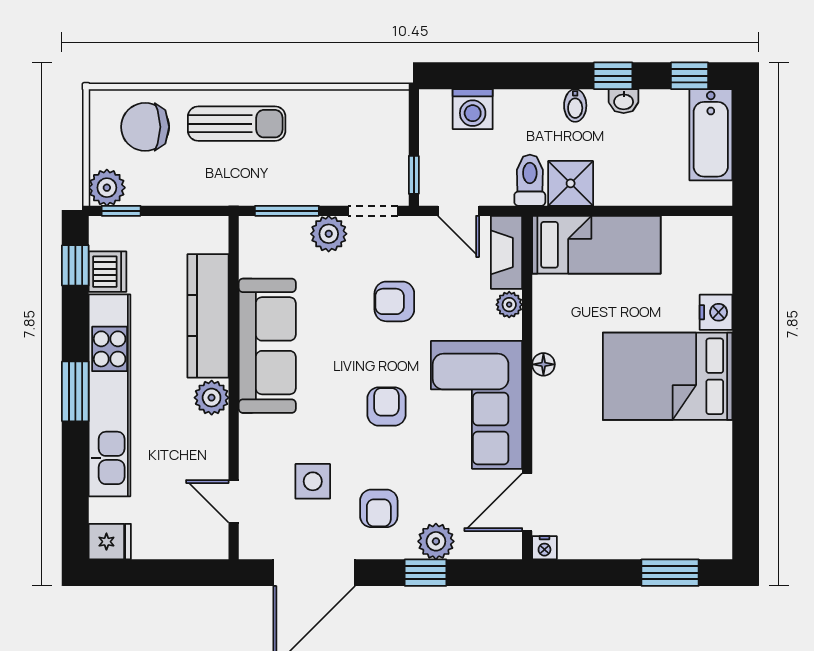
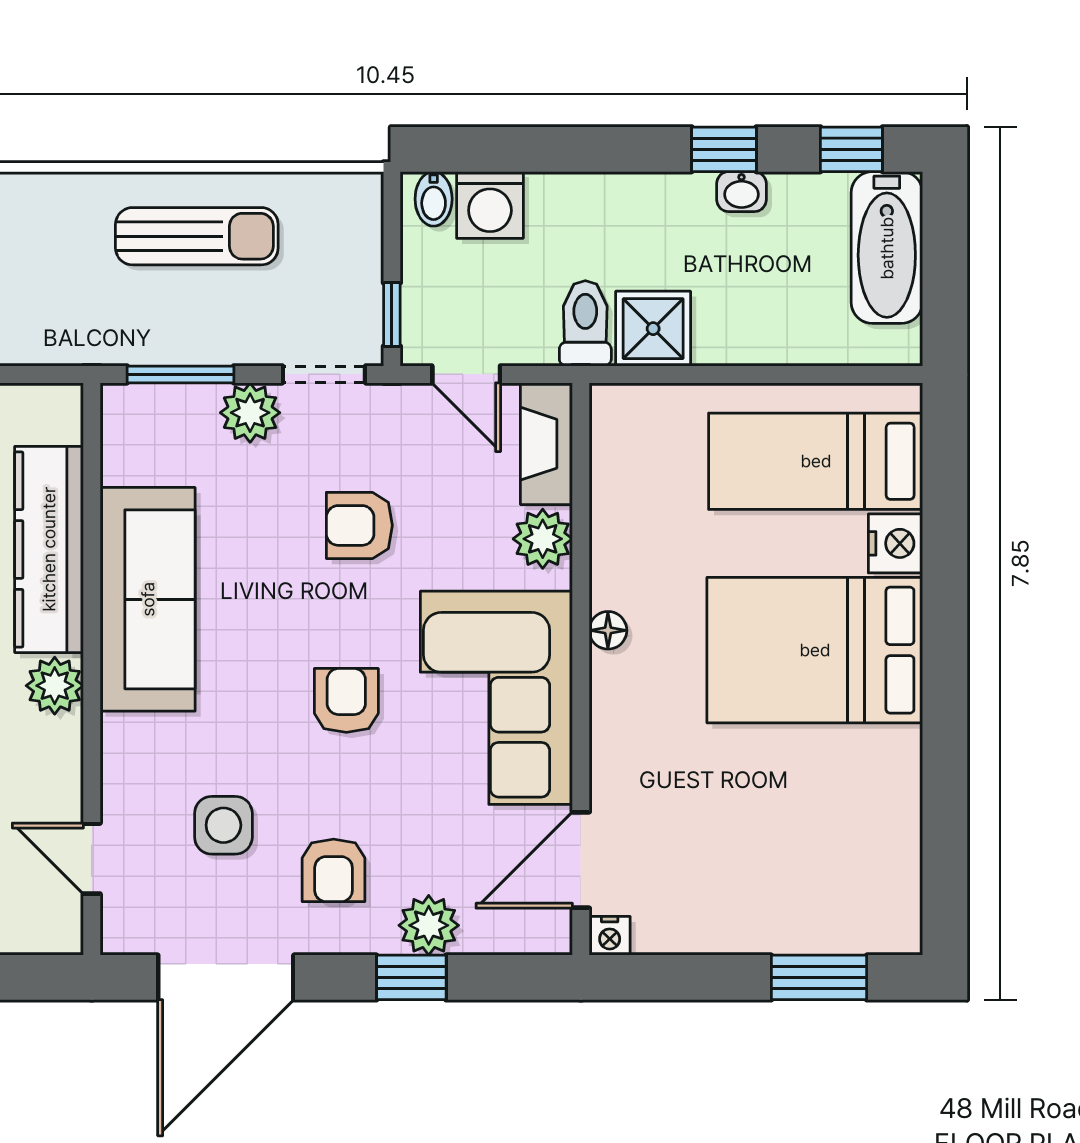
bidet: (575, 105) -> (434, 199), moved
sun lounger: (237, 124) -> (197, 236), moved
bed: (596, 245) -> (816, 461), moved, turned 180
plant: (509, 305) -> (543, 539), width x1.38, depth x1.38

